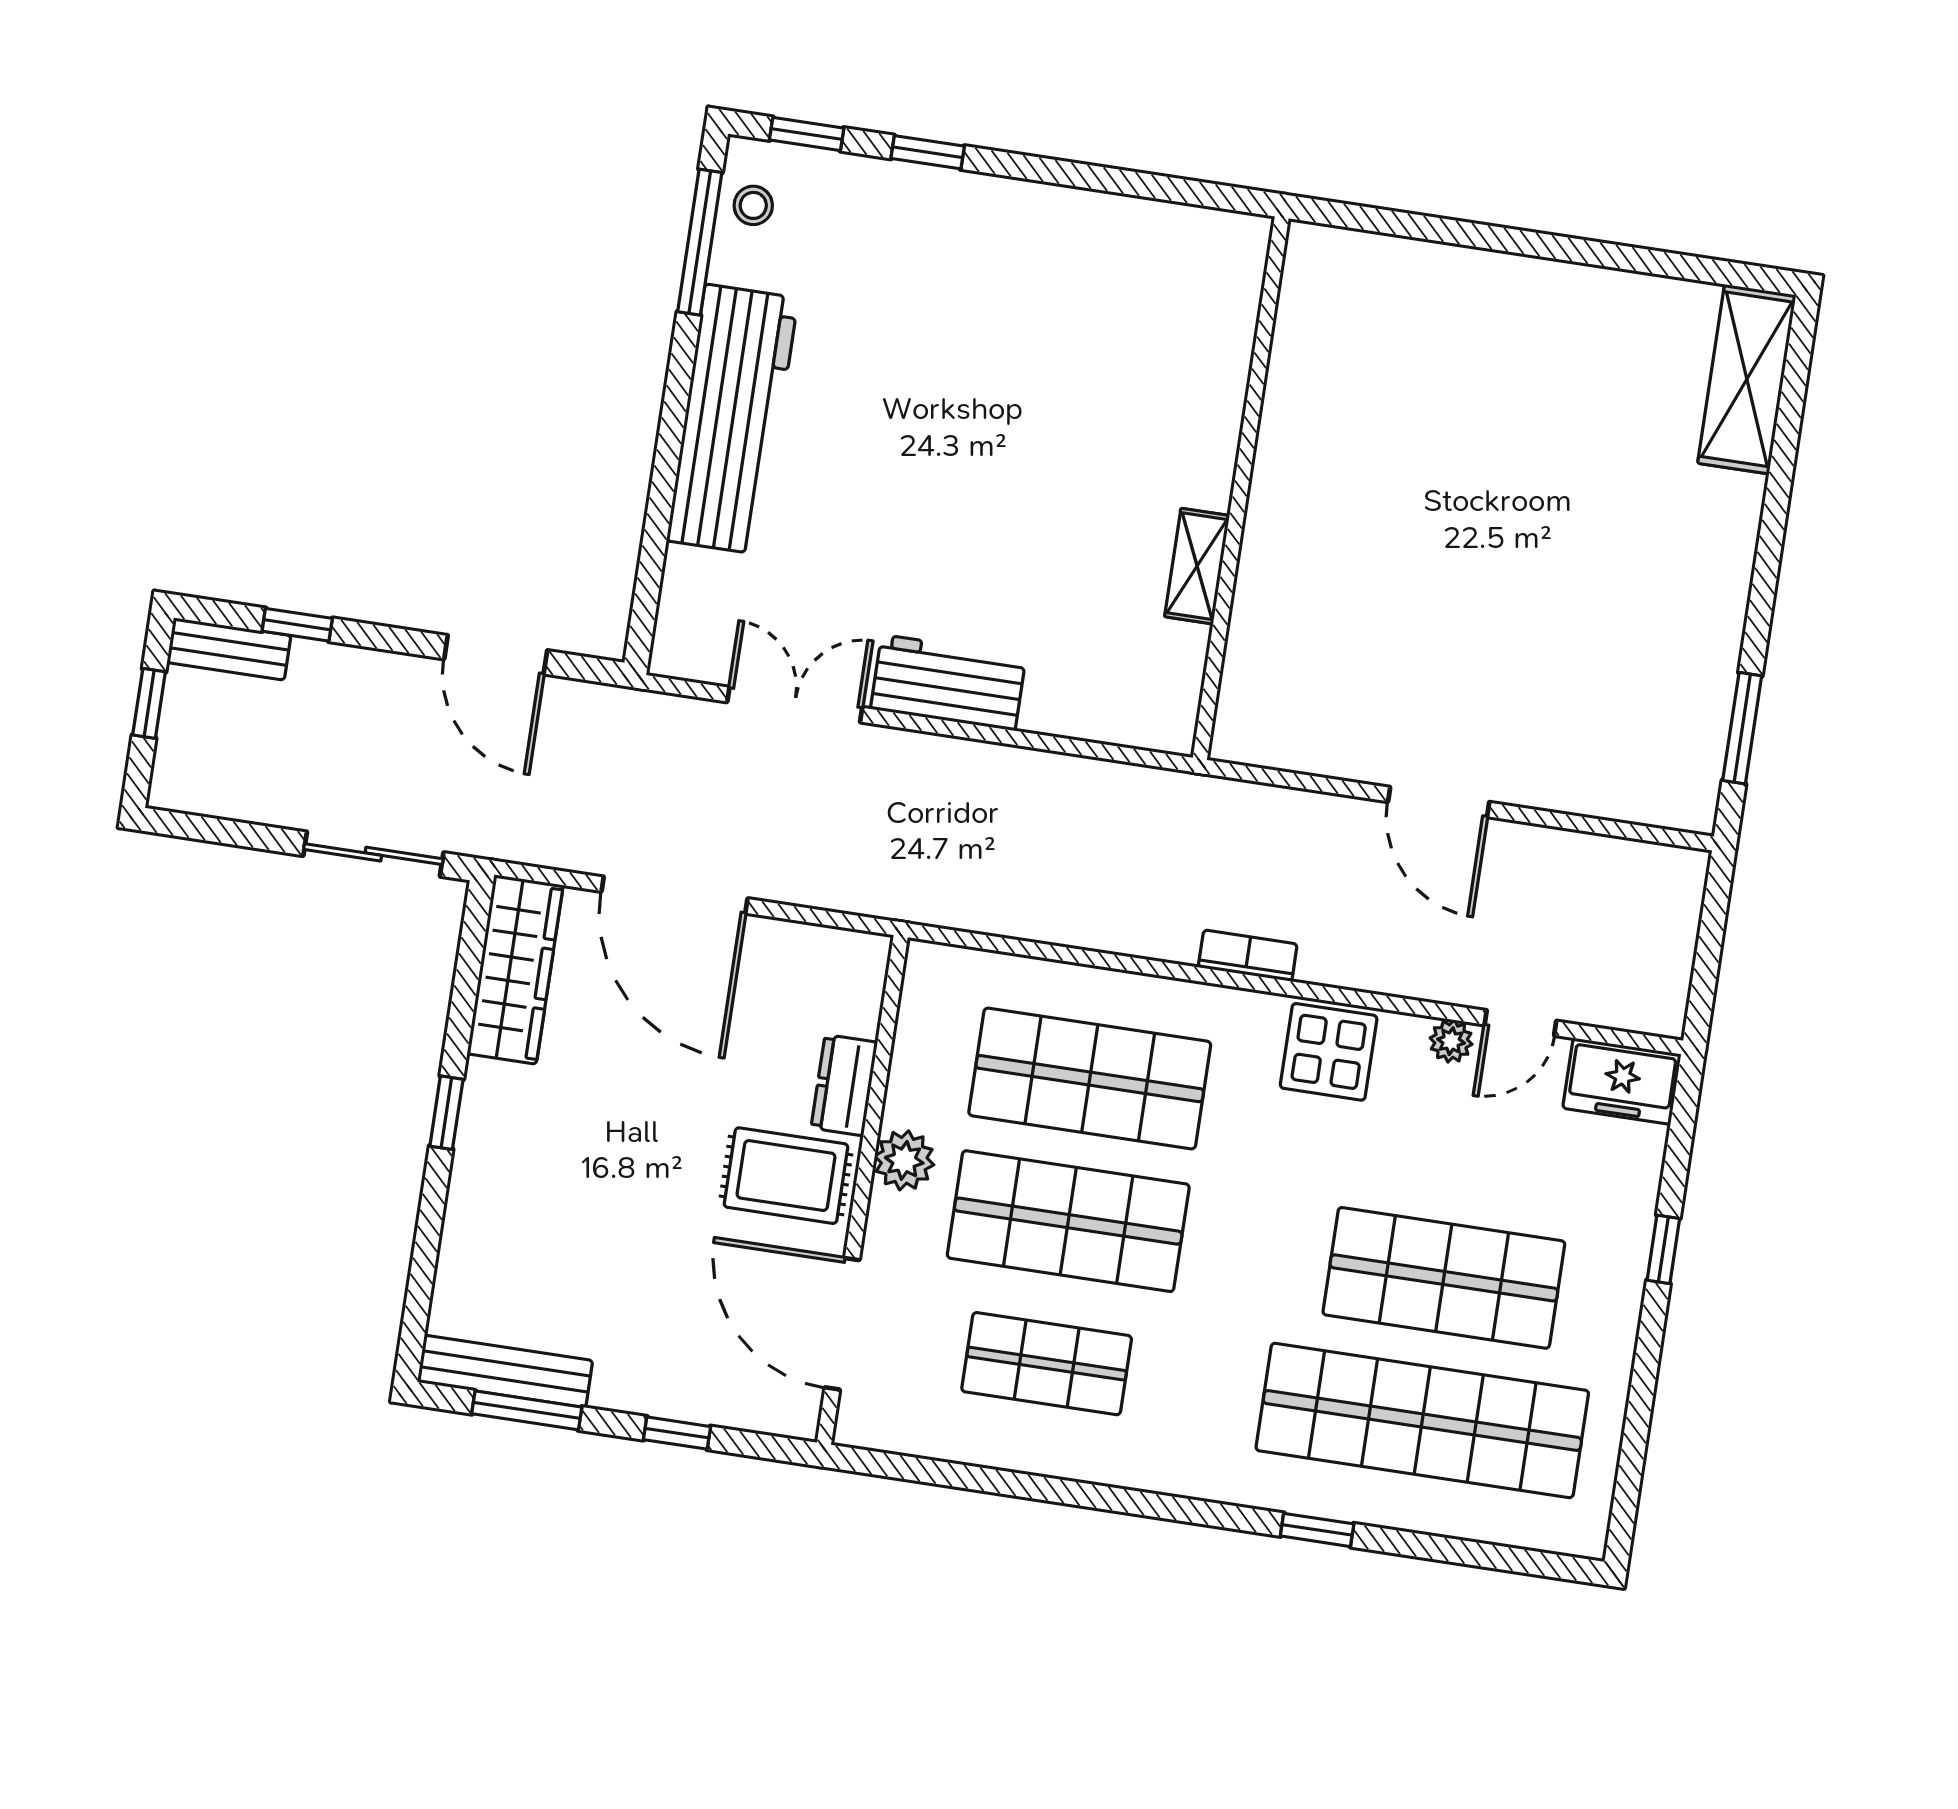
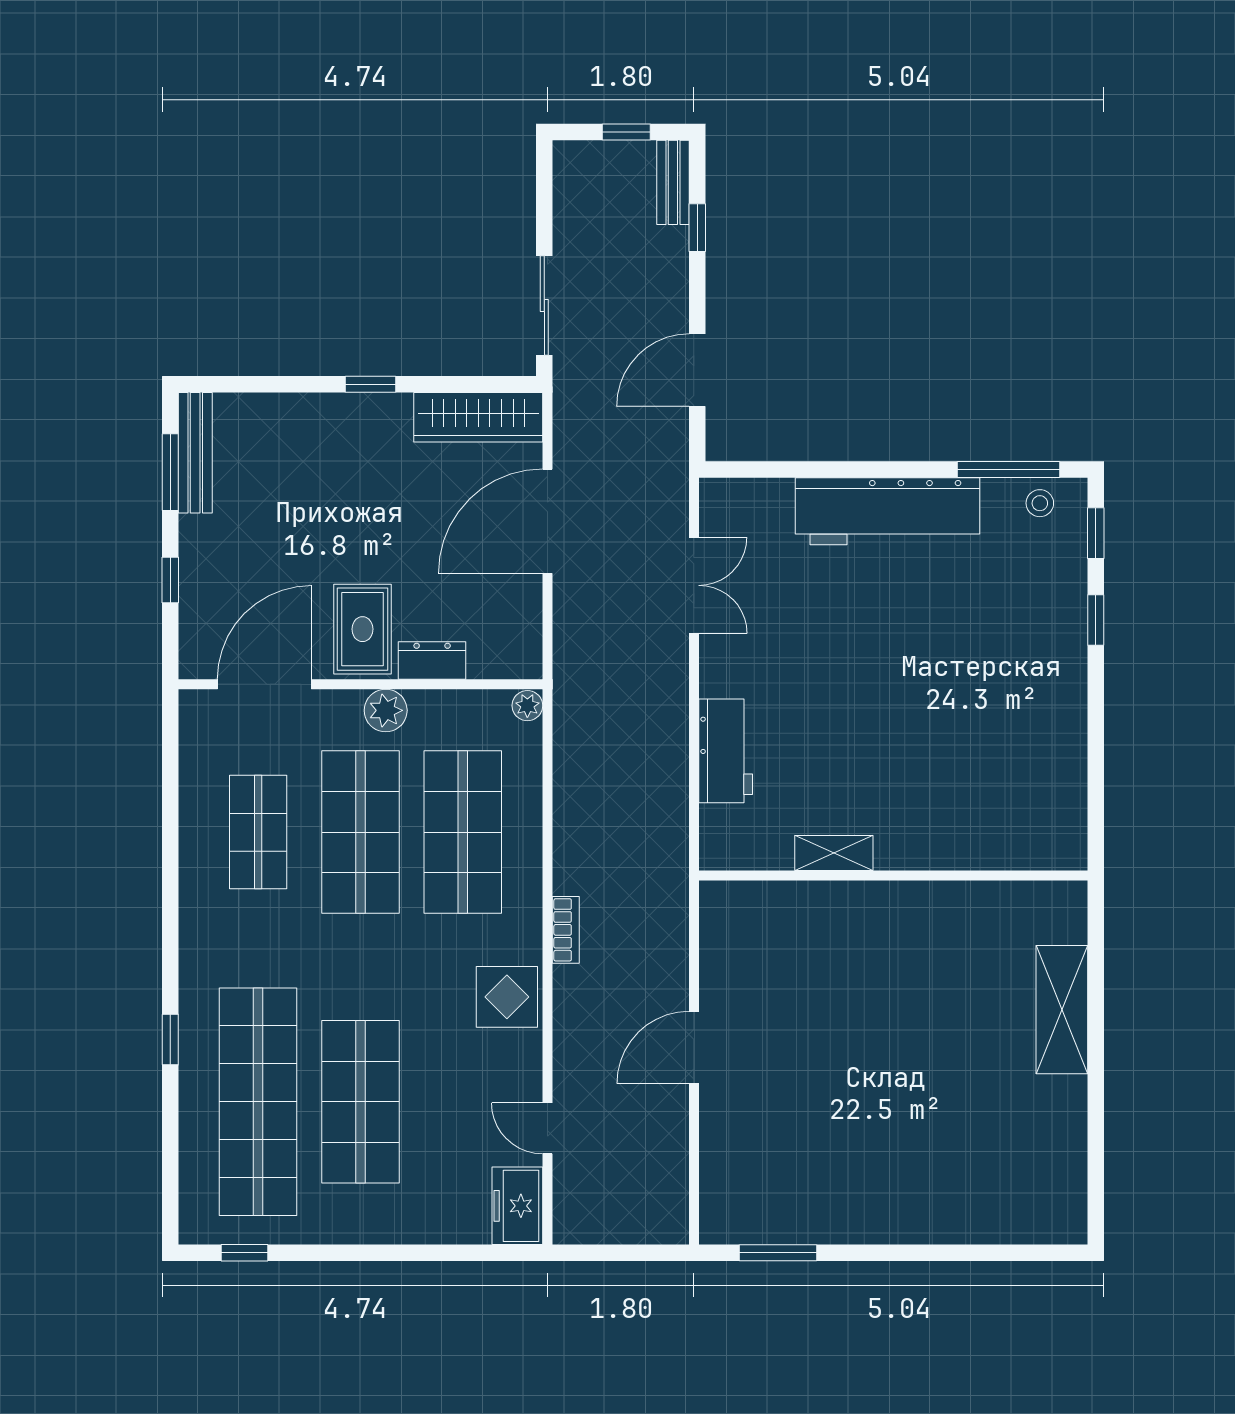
shelving: (1747, 379) -> (1062, 1010), moved, turned 90
workbench: (948, 683) -> (726, 751), moved
plant: (1451, 1041) -> (527, 706), moved
window: (1663, 1249) -> (245, 1253), moved

